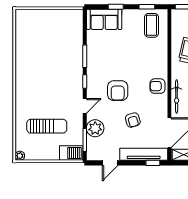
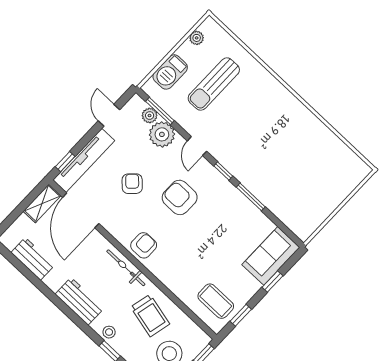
bicycle: (177, 96) -> (126, 268), moved
armchair: (133, 120) -> (132, 184), turned 63
plant: (92, 143) -> (150, 116), added
barbecue: (71, 153) -> (170, 72), moved
plant: (20, 156) -> (197, 38), moved

